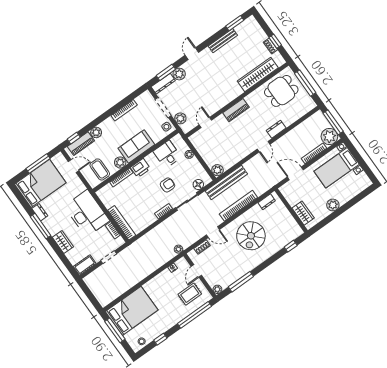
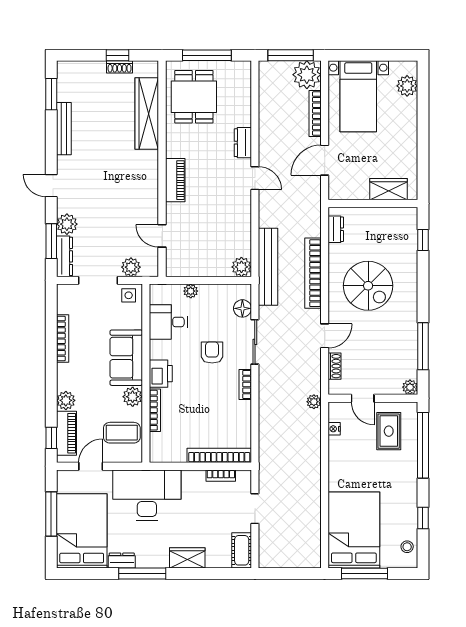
plant: (333, 205) -> (407, 86), moved
desk: (87, 213) -> (147, 495), moved

